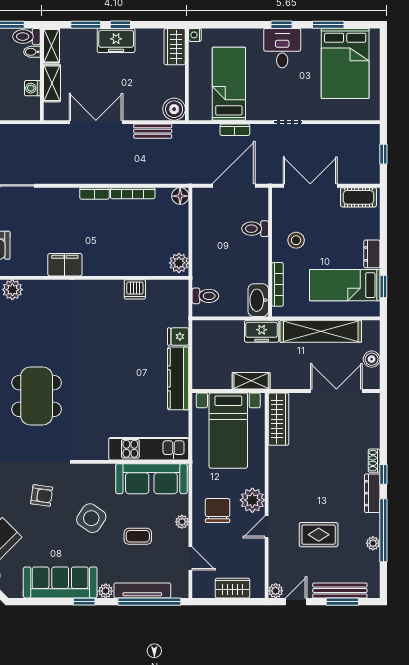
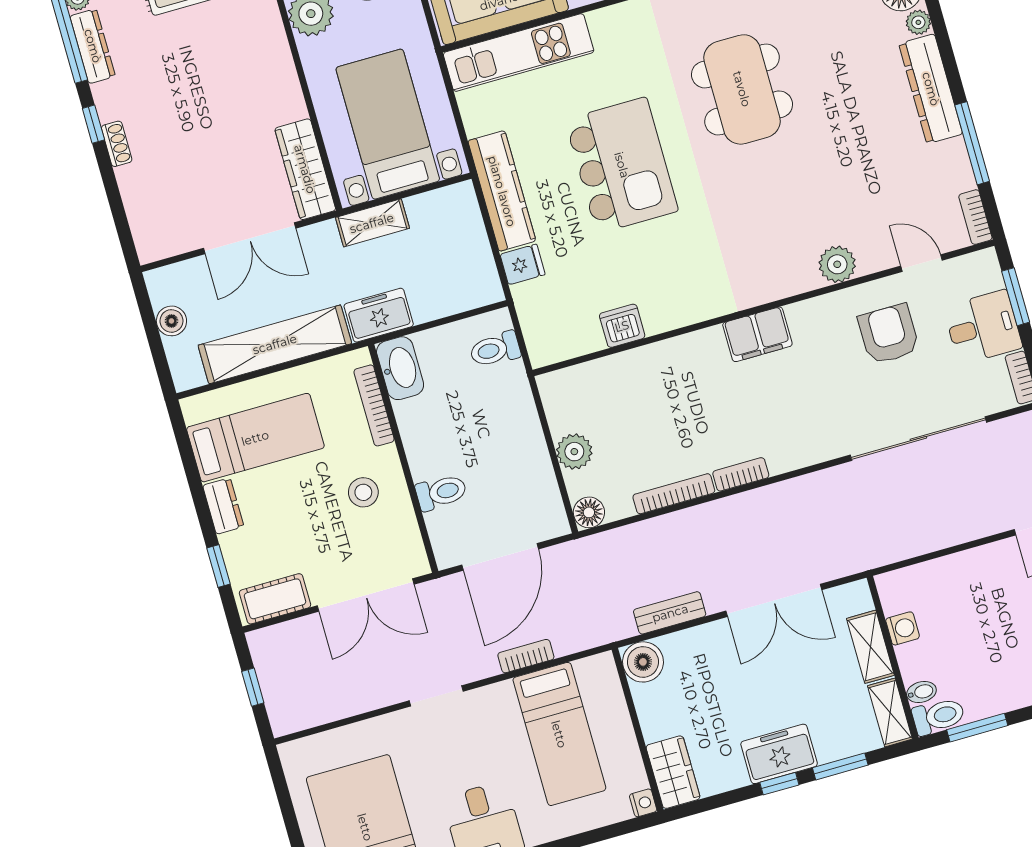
plant: (179, 263) -> (574, 452), moved
window: (383, 286) -> (218, 566), moved
kitchen island: (111, 374) -> (622, 165), added
double door: (336, 391) -> (250, 238), moved
dresser: (372, 493) -> (93, 46), moved

